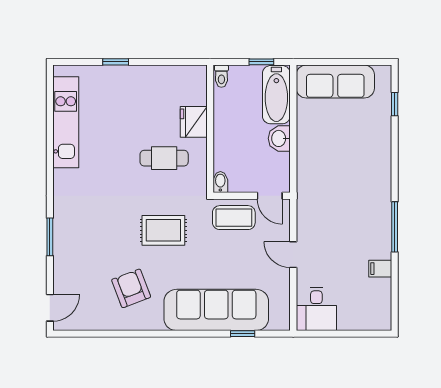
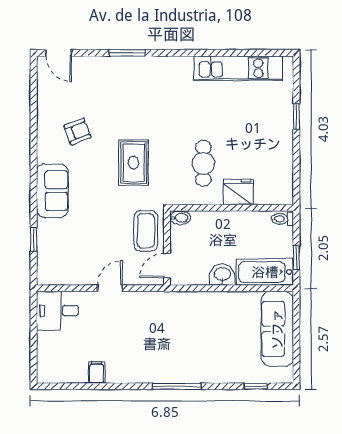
window: (395, 227) -> (177, 386), moved
armchair: (131, 288) -> (77, 131), width x0.72, depth x0.72
sofa: (216, 310) -> (52, 191), width x0.54, depth x0.79

